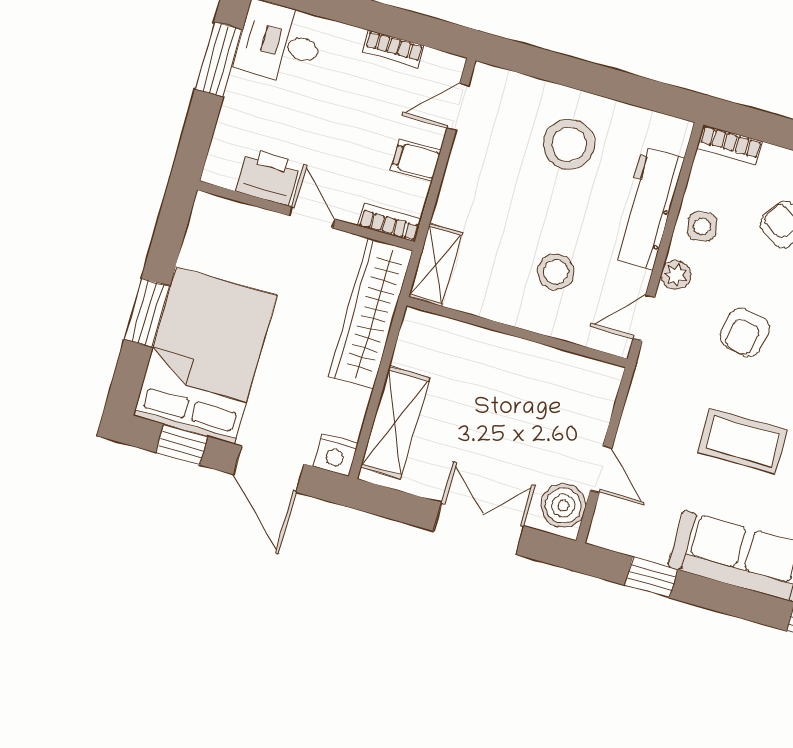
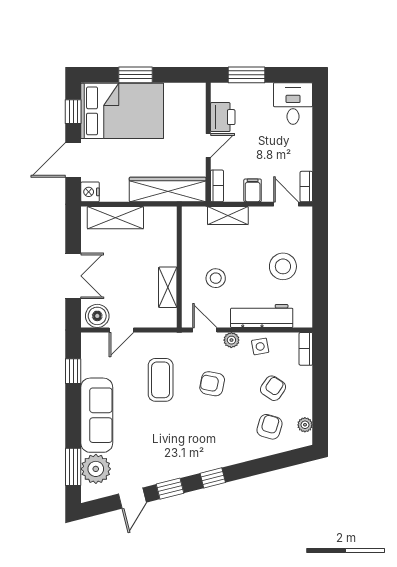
bookcase: (393, 49) -> (306, 187), moved
window: (219, 59) -> (246, 75), moved
shelving: (436, 265) -> (228, 216), moved
shelving: (548, 363) -> (168, 287), added
coffee table: (743, 441) -> (161, 380), moved

